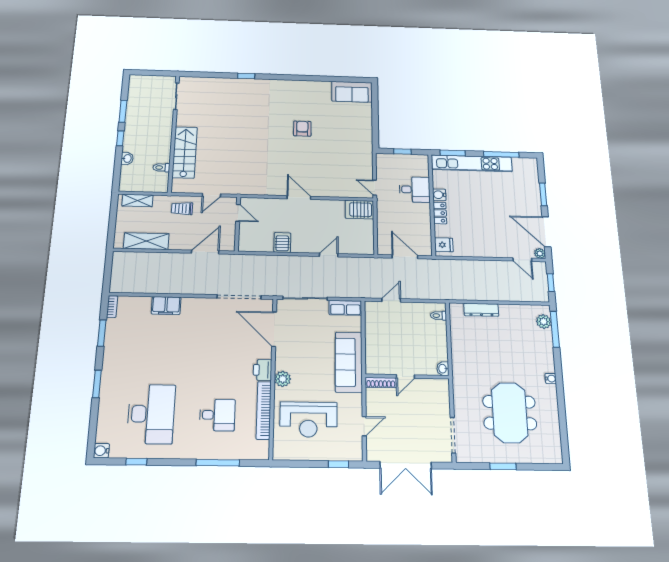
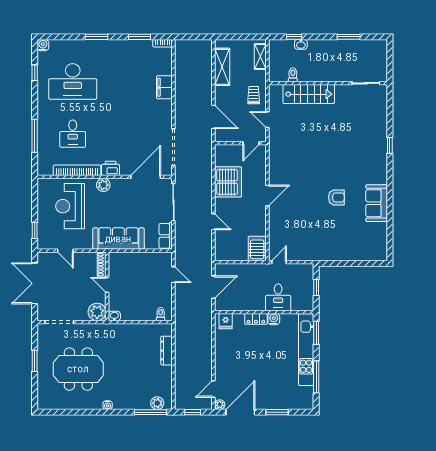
sofa: (352, 92) -> (377, 203), moved
window: (120, 138) -> (294, 37), moved
server rack: (282, 242) -> (228, 182), width x2.18, depth x1.44
plant: (439, 389) -> (97, 312), added

